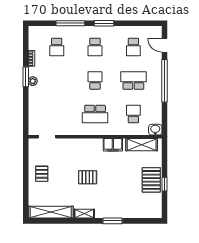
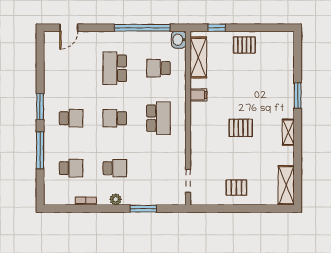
school desk: (133, 47) -> (115, 168), moved
window: (26, 77) -> (143, 209), moved
window: (164, 81) -> (142, 28), moved
filing cabinet: (113, 145) -> (198, 95), width x0.50
pallet: (88, 177) -> (241, 128), turned 90
pallet: (151, 180) -> (244, 45), width x0.67, depth x0.71
window: (164, 184) -> (217, 28), moved
shelving: (51, 212) -> (286, 185), width x0.68

